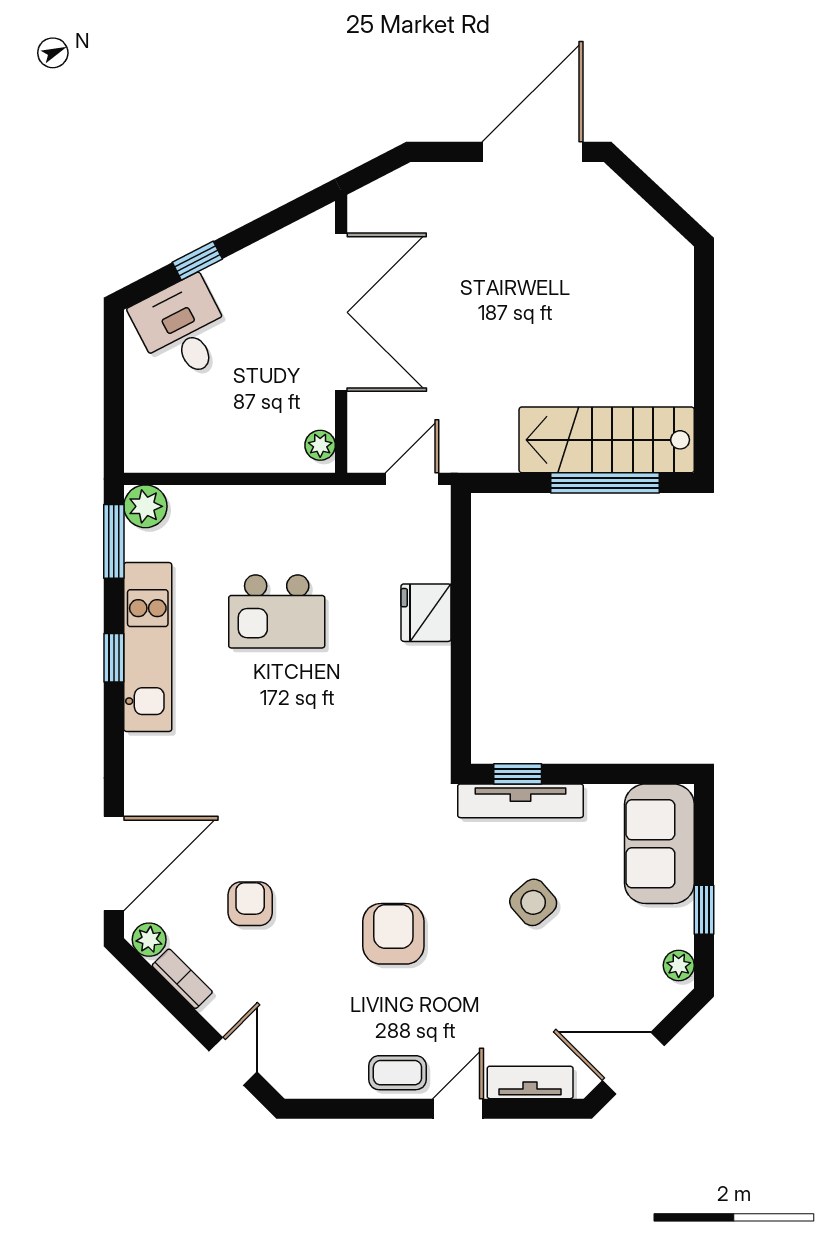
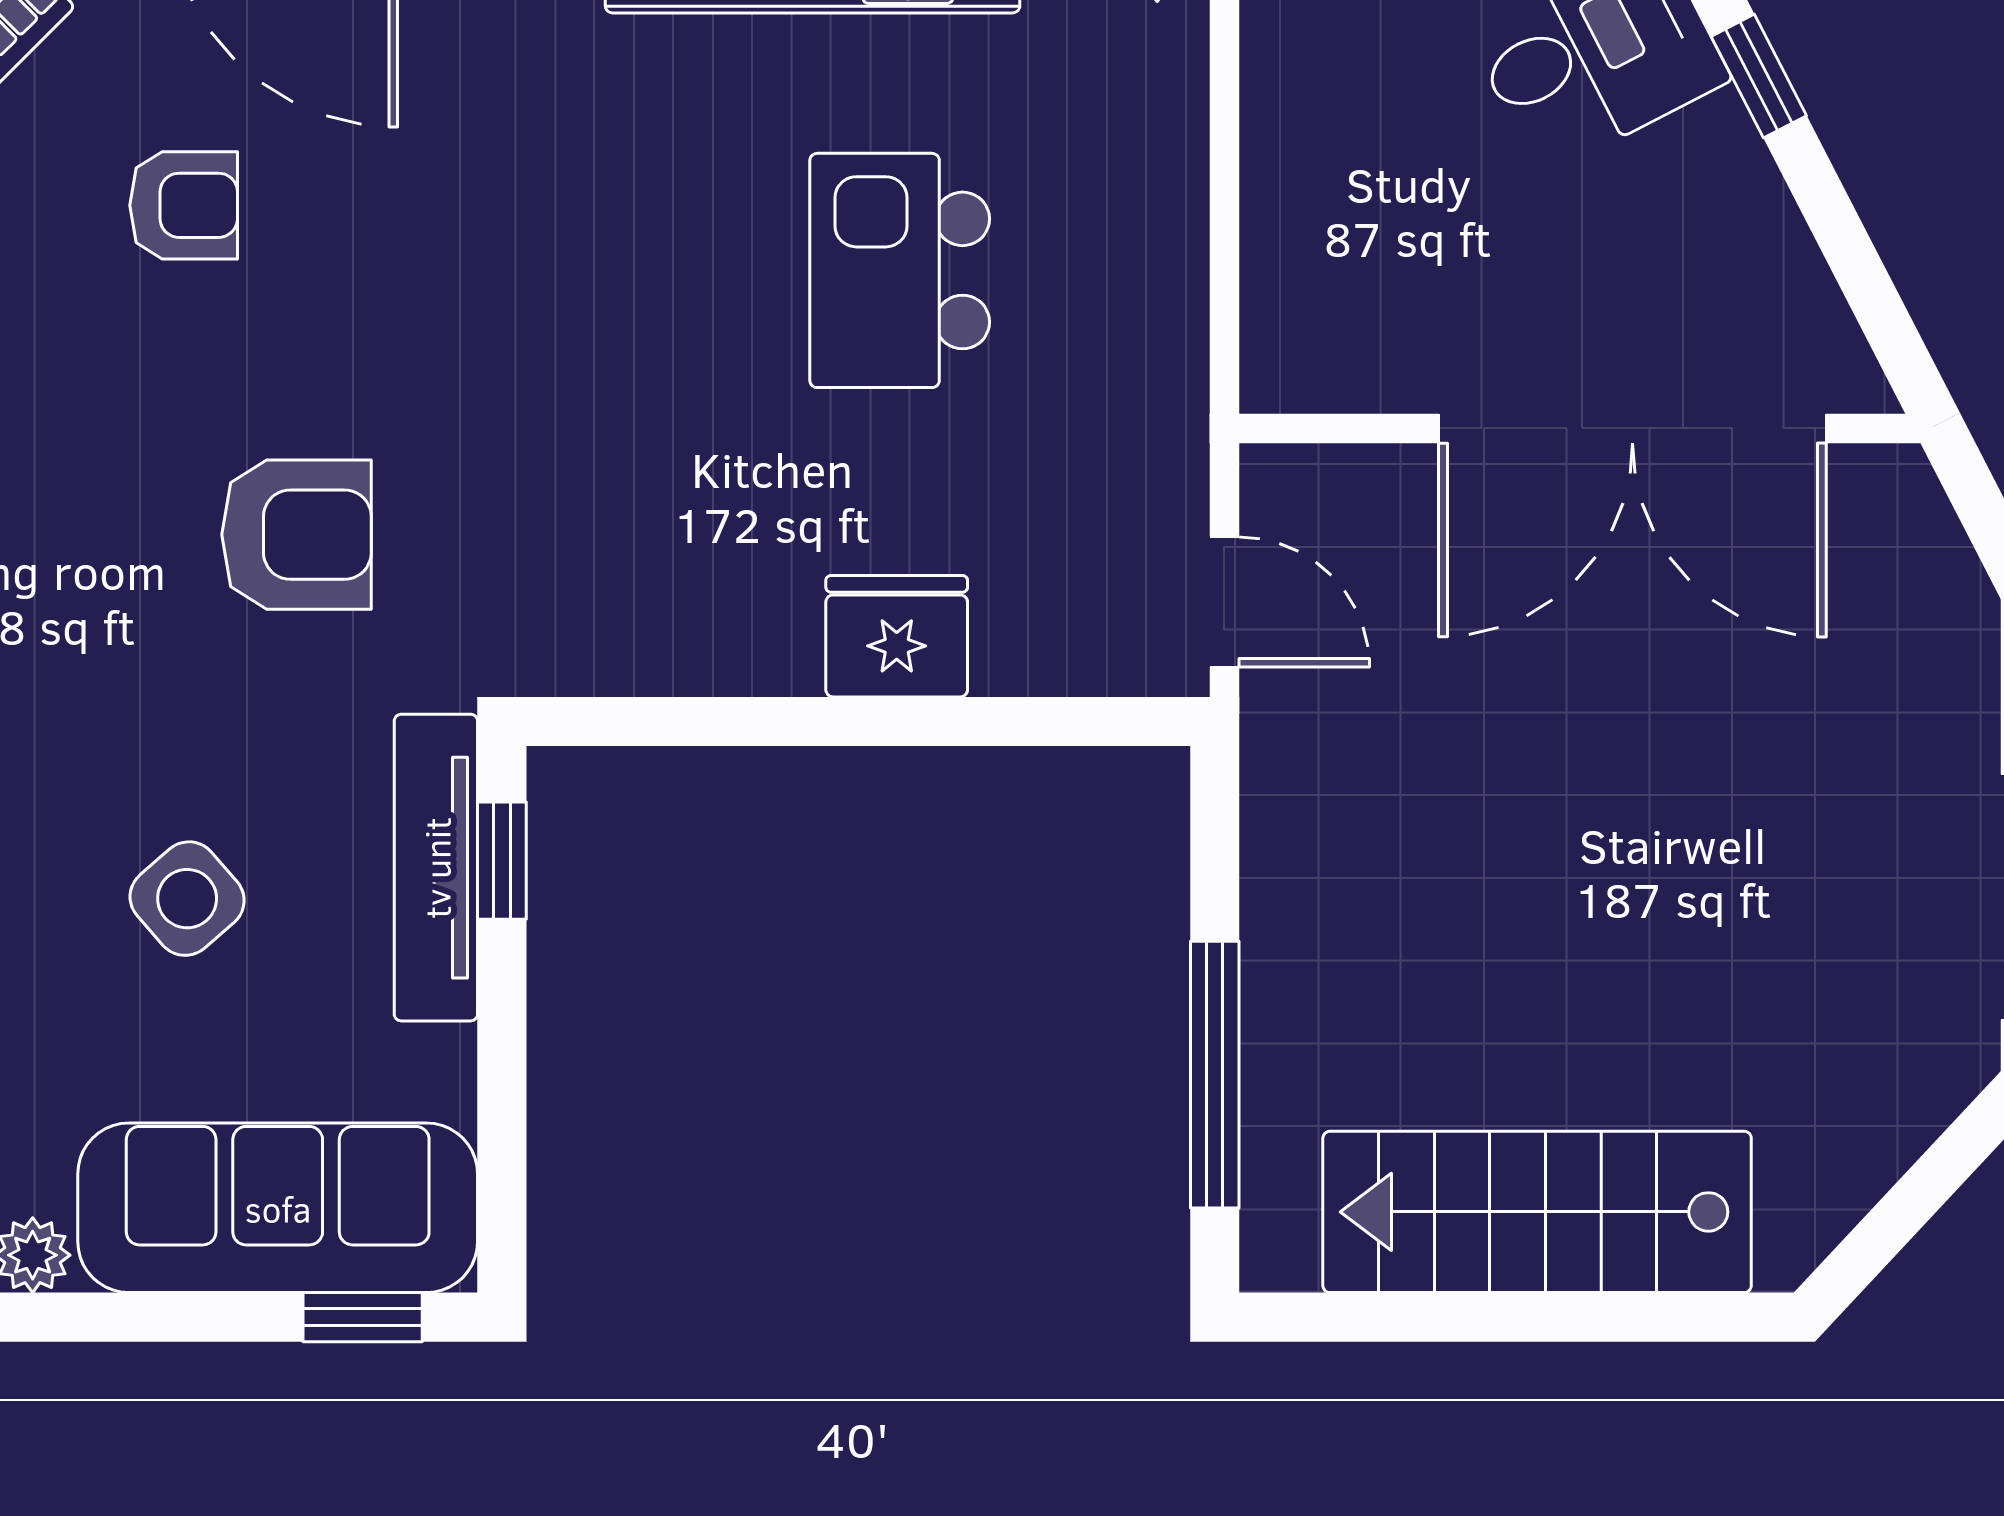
stairs: (607, 440) -> (1537, 1212), moved, turned -90
plant: (320, 445) -> (1307, 377), removed
sofa: (659, 844) -> (278, 1208), width x1.36
window: (704, 910) -> (363, 1317), moved
armchair: (393, 934) -> (297, 535), moved

